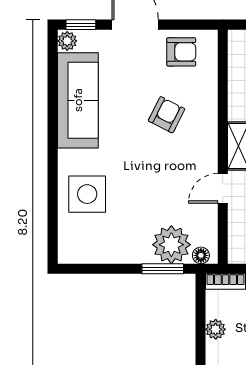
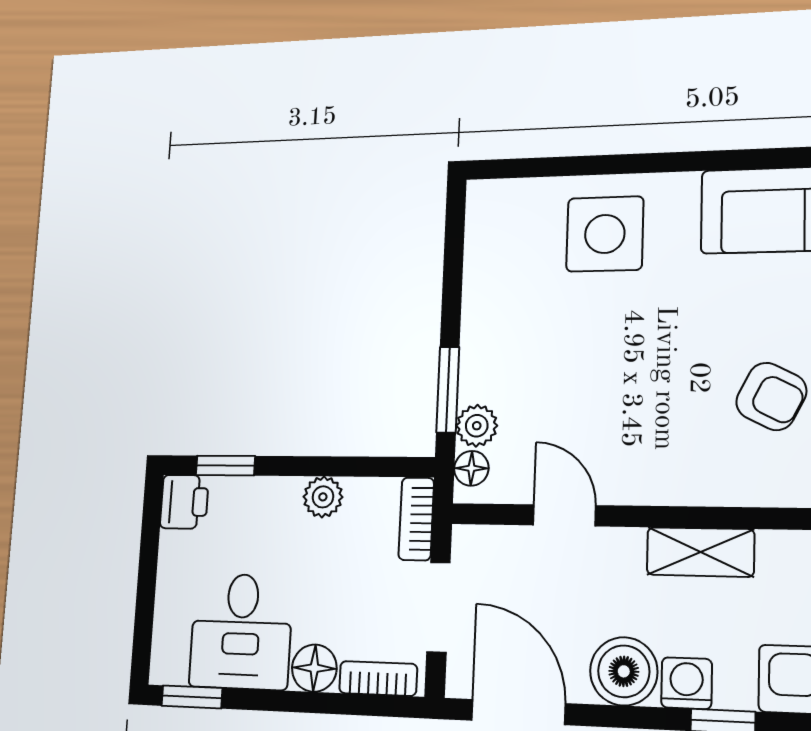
door: (223, 188) -> (564, 515), moved
plant: (171, 245) -> (477, 426), width x0.53, depth x0.53

